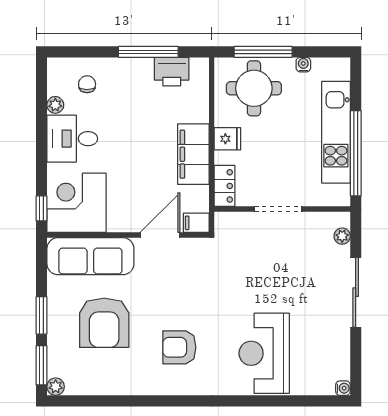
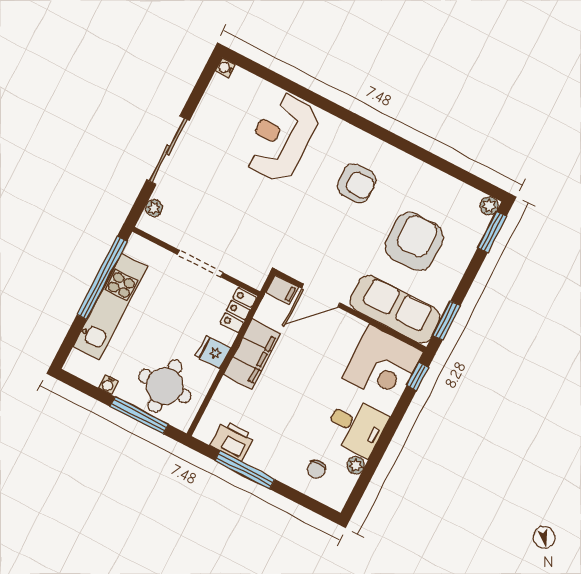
window: (41, 315) -> (446, 321), moved
reception desk: (264, 353) -> (281, 137), turned 180

